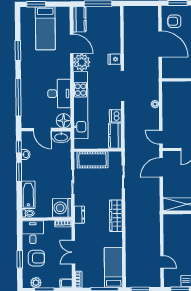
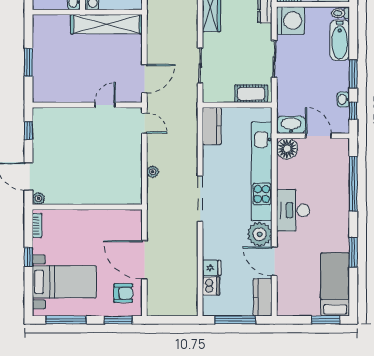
bed: (45, 28) -> (335, 284), moved
fridge: (114, 59) -> (212, 268), moved
desk: (59, 94) -> (293, 210), moved
dishwasher: (115, 116) -> (211, 286), moved
cot: (93, 160) -> (251, 94), width x0.73, depth x0.75

